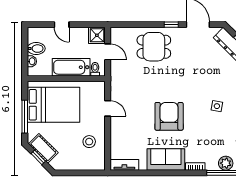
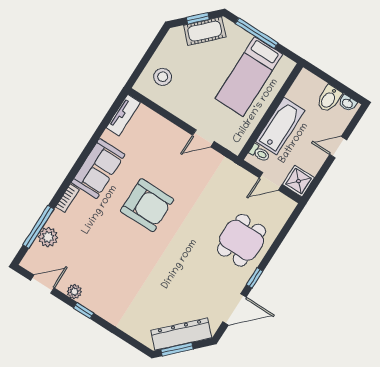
washbasin: (32, 61) -> (348, 103), moved
bed: (53, 105) -> (249, 76), width x0.67
side table: (217, 106) -> (123, 270), removed
stool: (89, 142) -> (163, 77), moved

